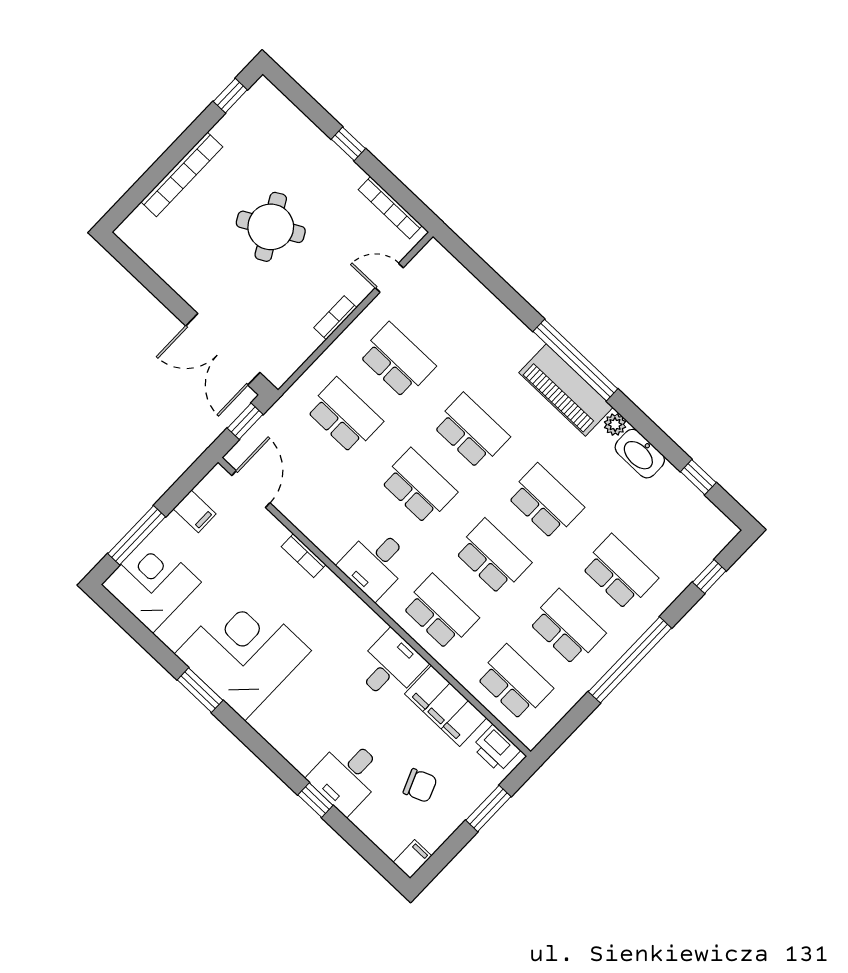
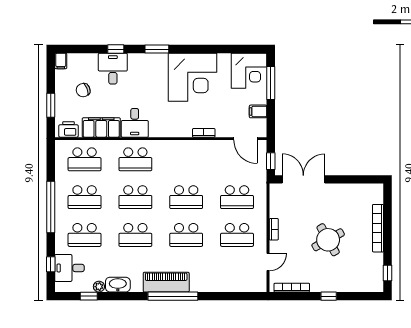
plant: (615, 425) -> (99, 287), moved
desk: (375, 563) -> (69, 268), moved, turned -90
window: (200, 690) -> (157, 49), moved

